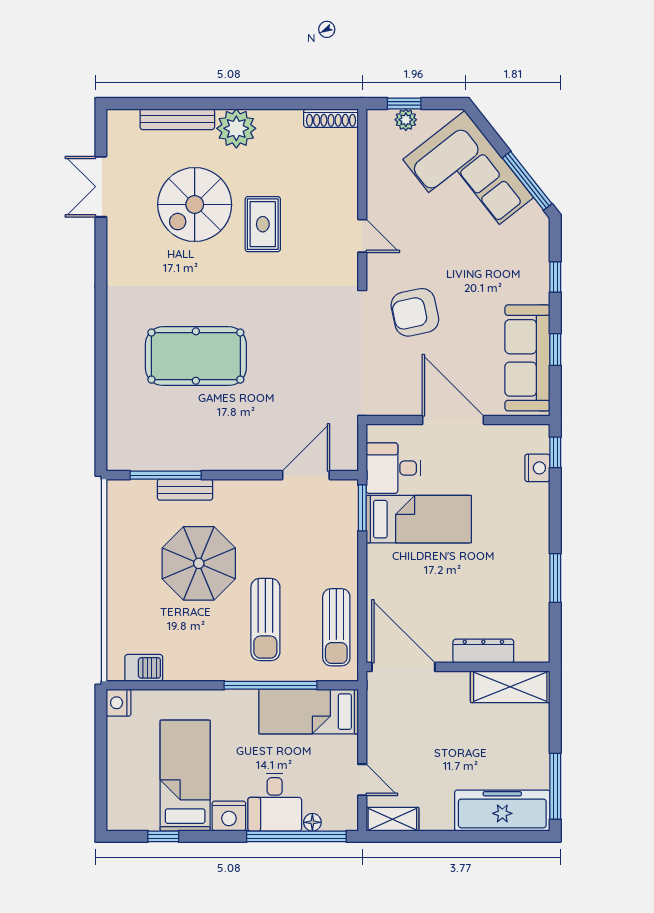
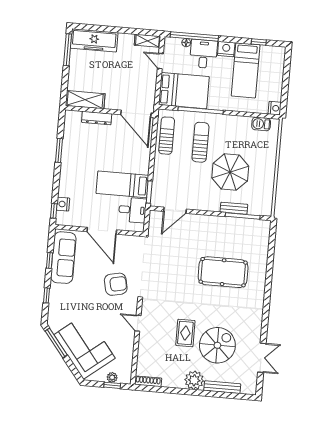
bed: (309, 712) -> (184, 91), width x1.50

